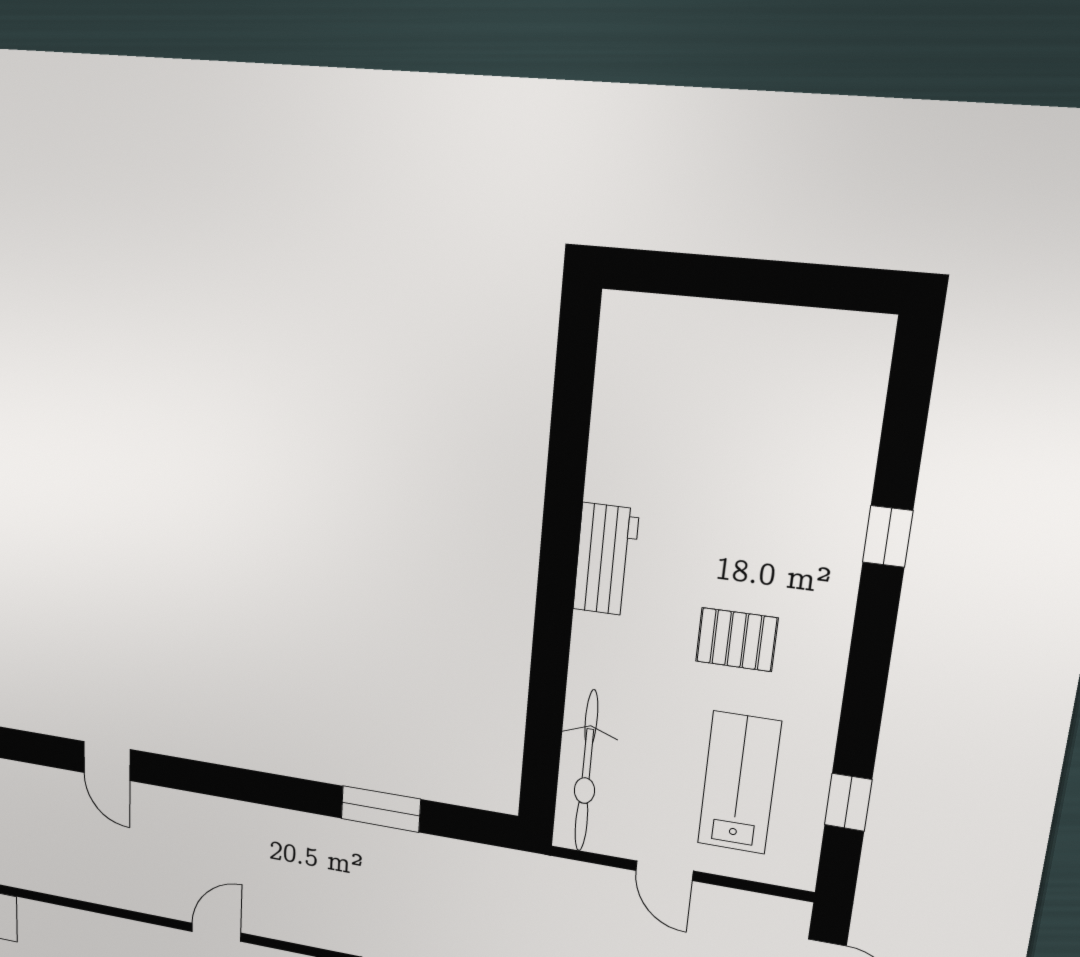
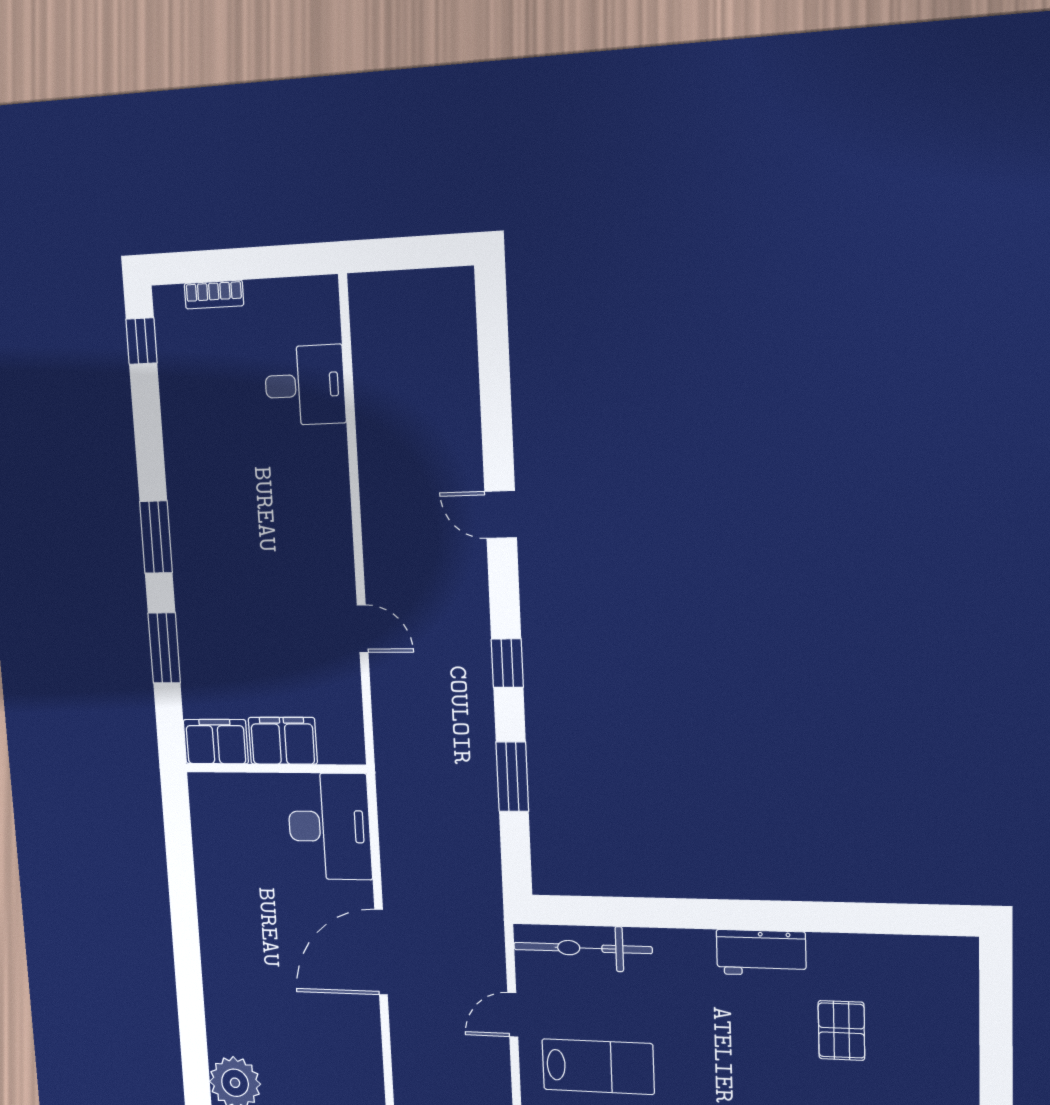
pallet: (737, 640) -> (841, 1030), moved
door: (107, 761) -> (501, 515), hinge flipped
window: (258, 787) -> (507, 663), added

